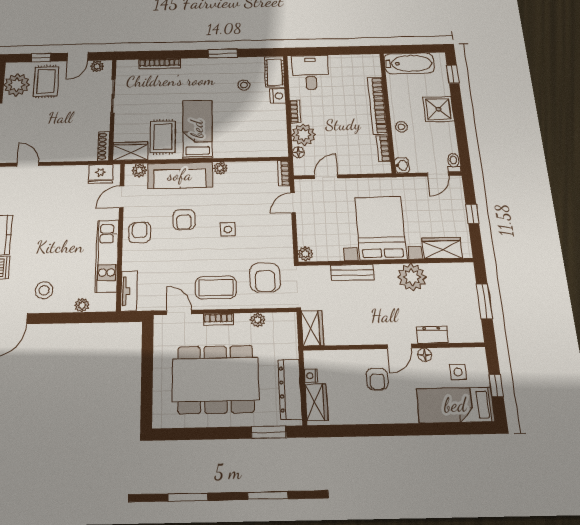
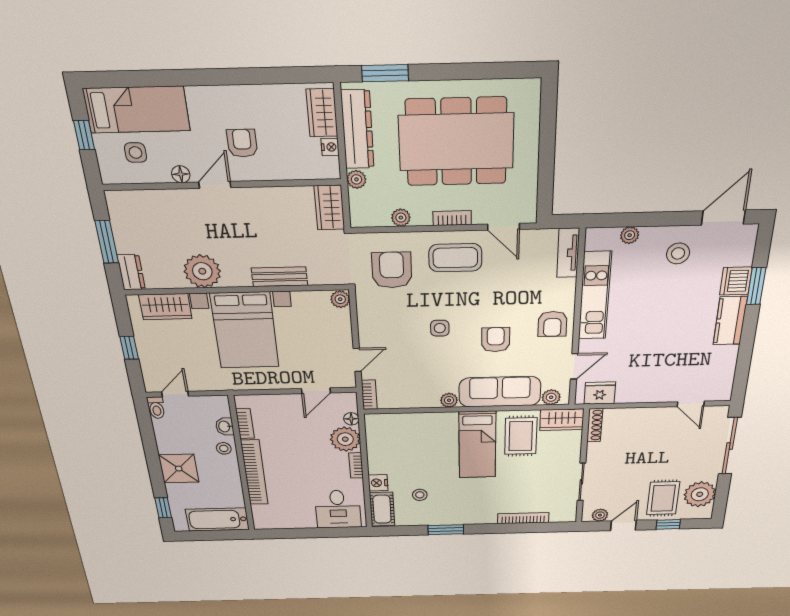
washbasin: (402, 165) -> (225, 426), moved
dresser: (432, 335) -> (131, 272), moved, turned -90
plant: (291, 350) -> (356, 179), added

